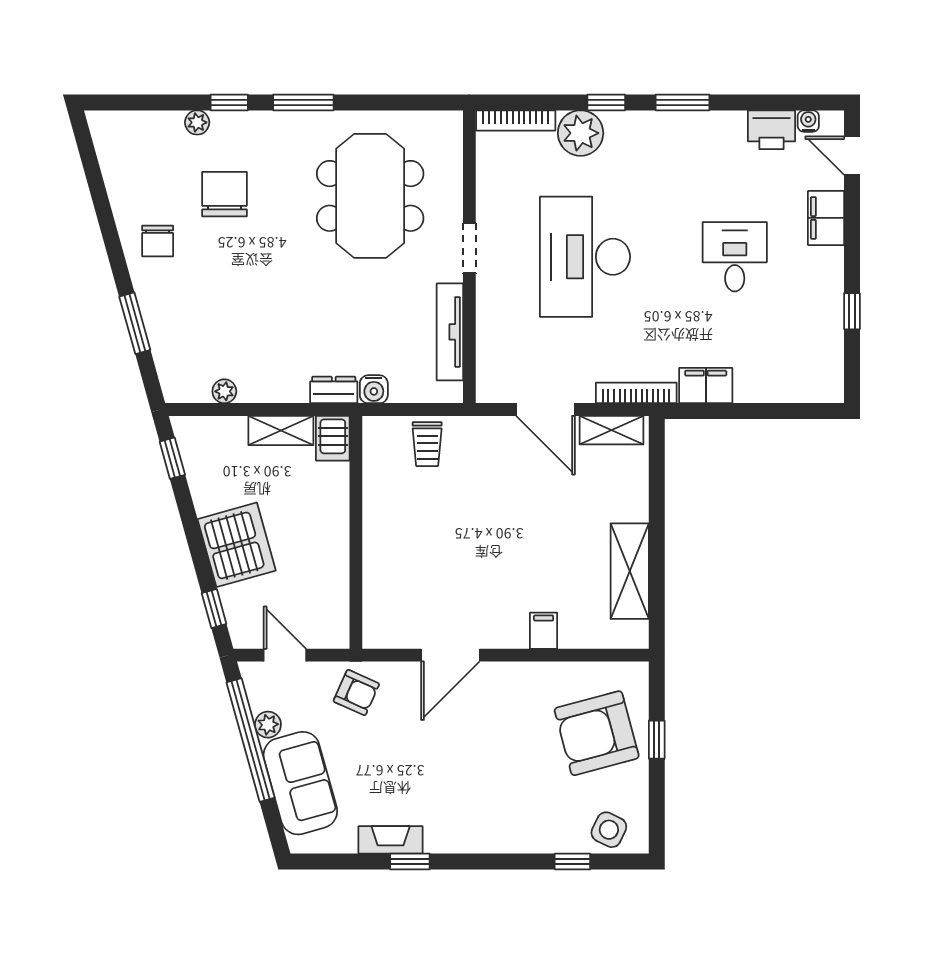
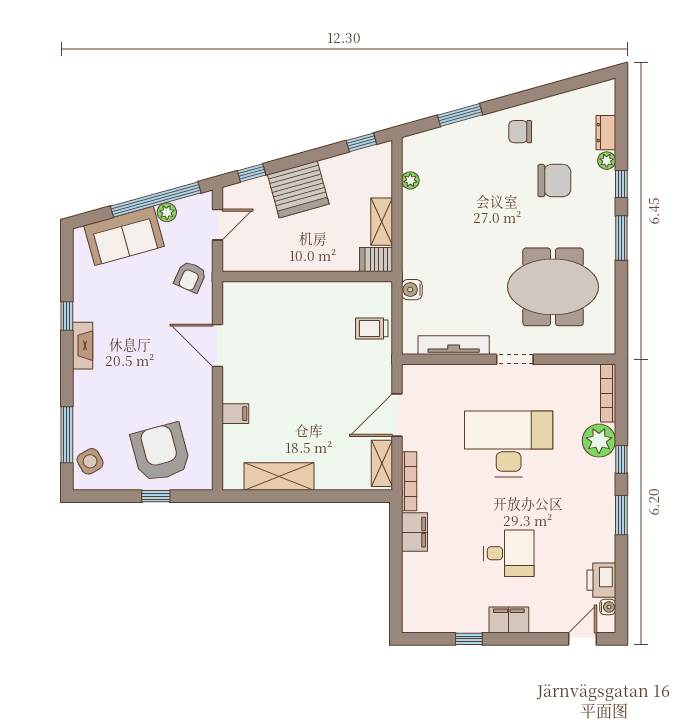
filing cabinet: (826, 218) -> (509, 620), moved
dresser: (334, 390) -> (606, 133), moved, turned 180
side table: (609, 830) -> (90, 461), turned 34
fireplace: (391, 840) -> (83, 346), moved
window: (572, 861) -> (67, 435), width x2.17

